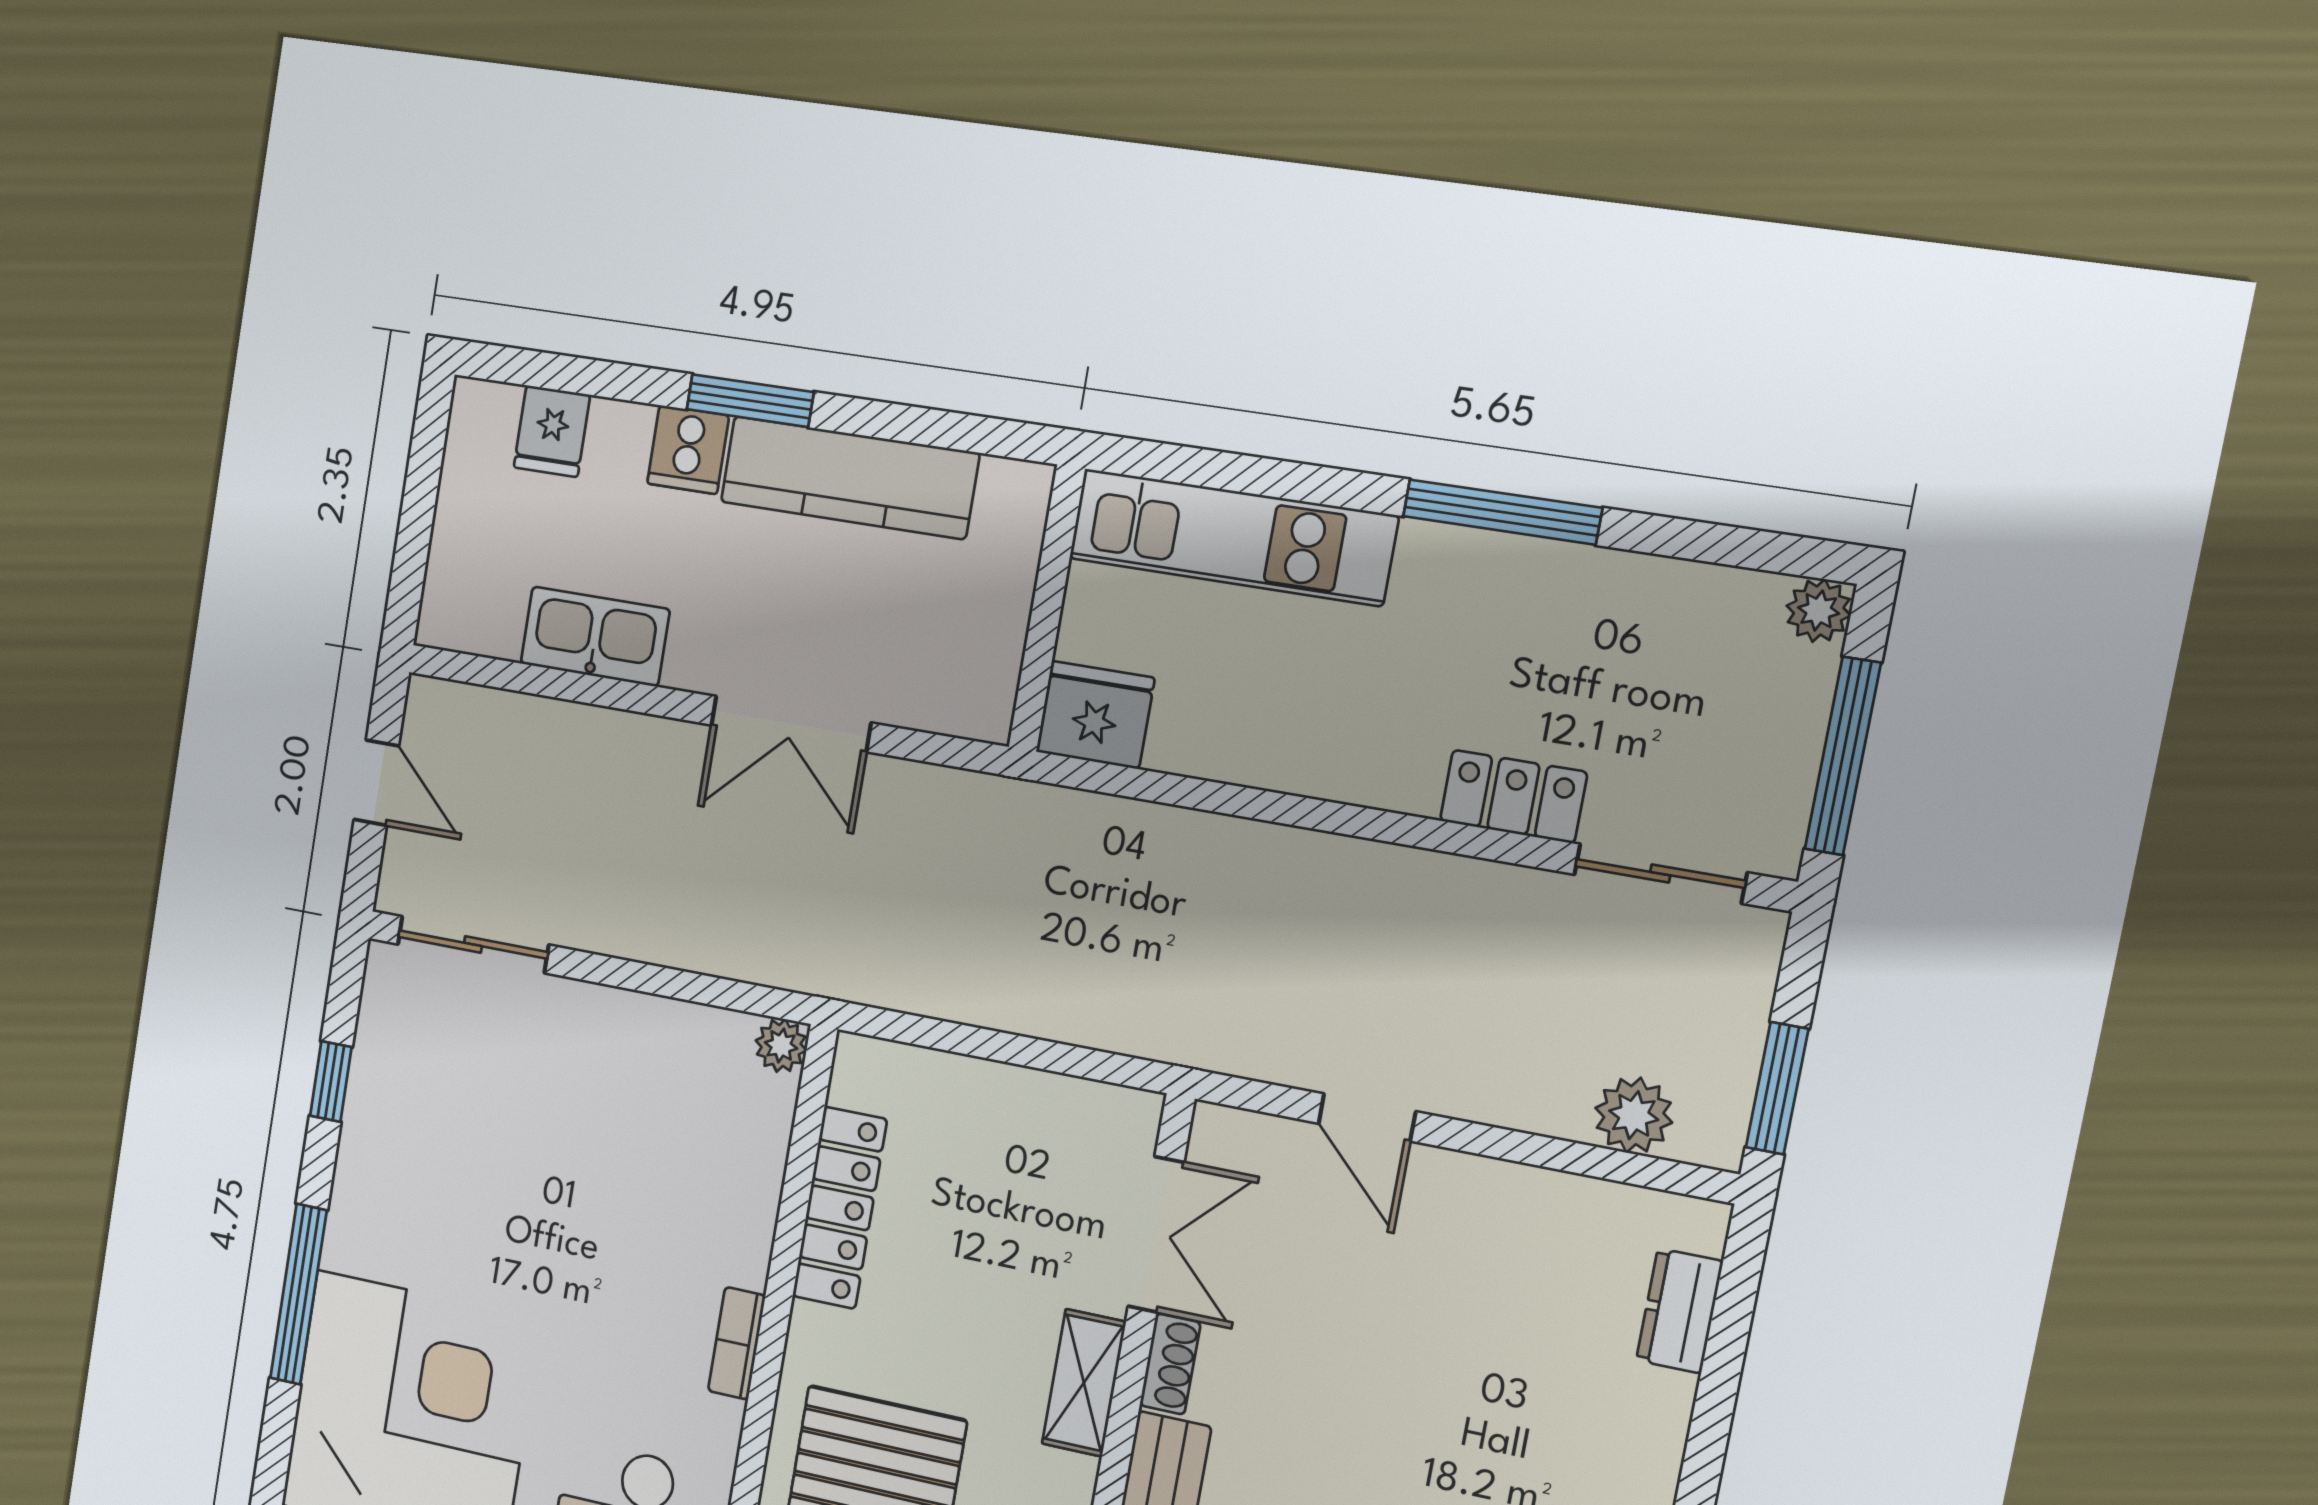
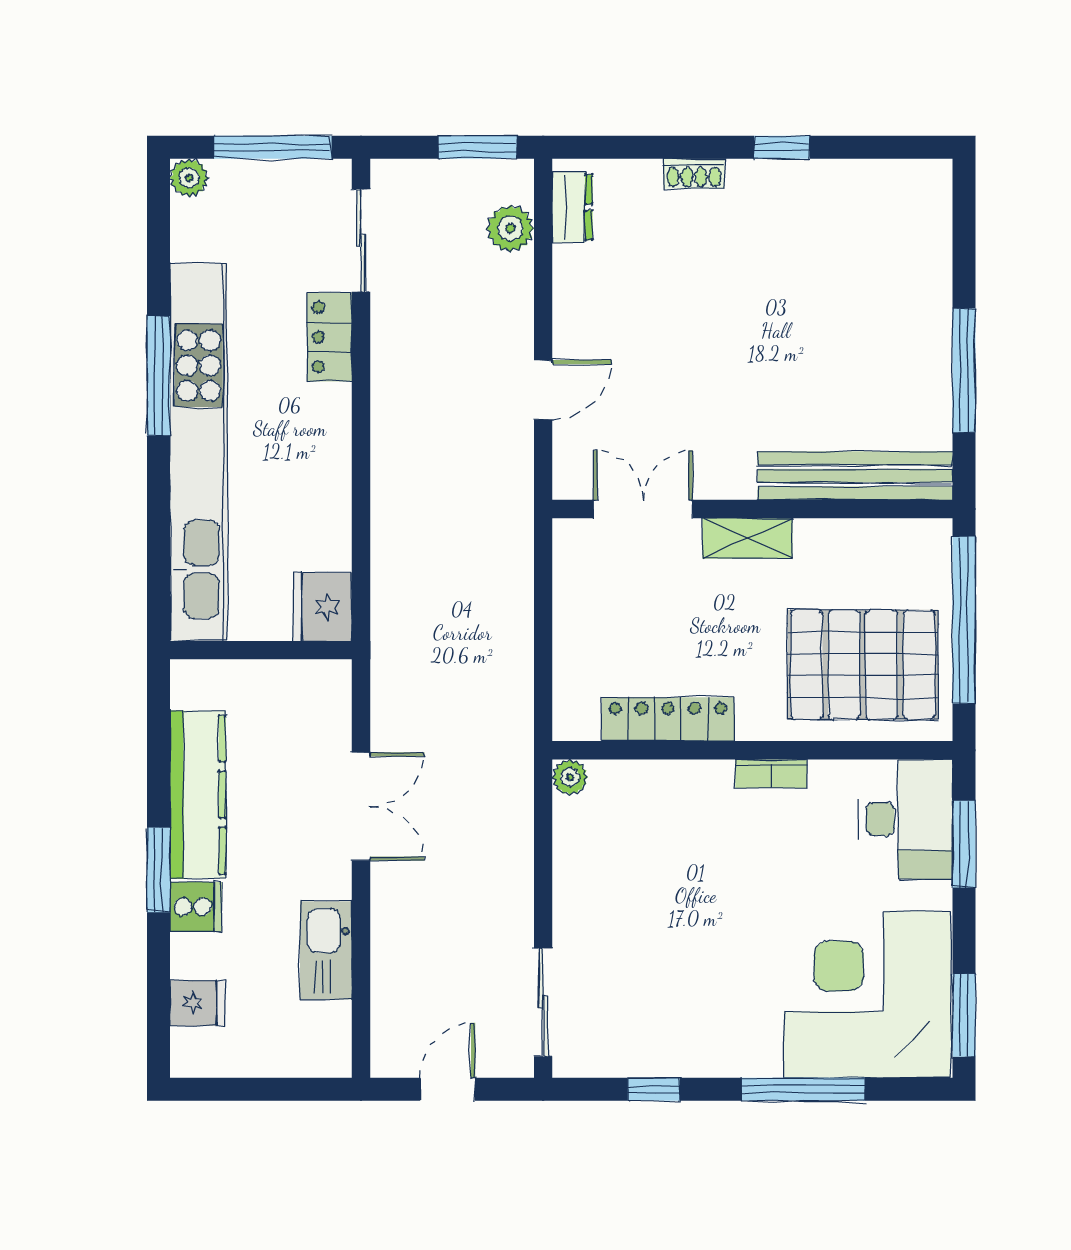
kitchen unit: (1232, 537) -> (199, 452), width x1.86
dresser: (1680, 1311) -> (572, 207), moved, turned -90
shoe rack: (1170, 1364) -> (694, 174), moved, turned 180

